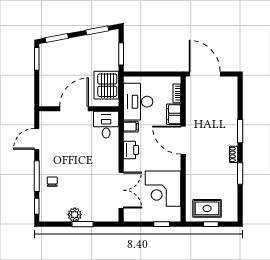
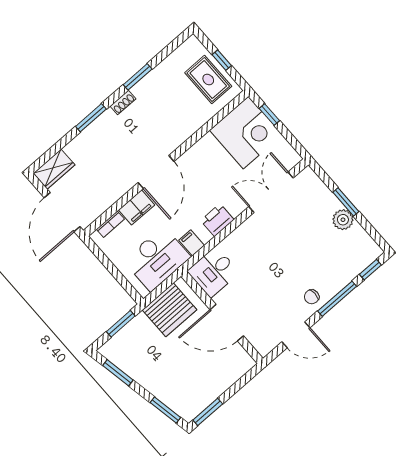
wardrobe: (230, 89) -> (54, 169), added
chair: (52, 182) -> (312, 297), moved
corner desk: (163, 189) -> (246, 133), moved

